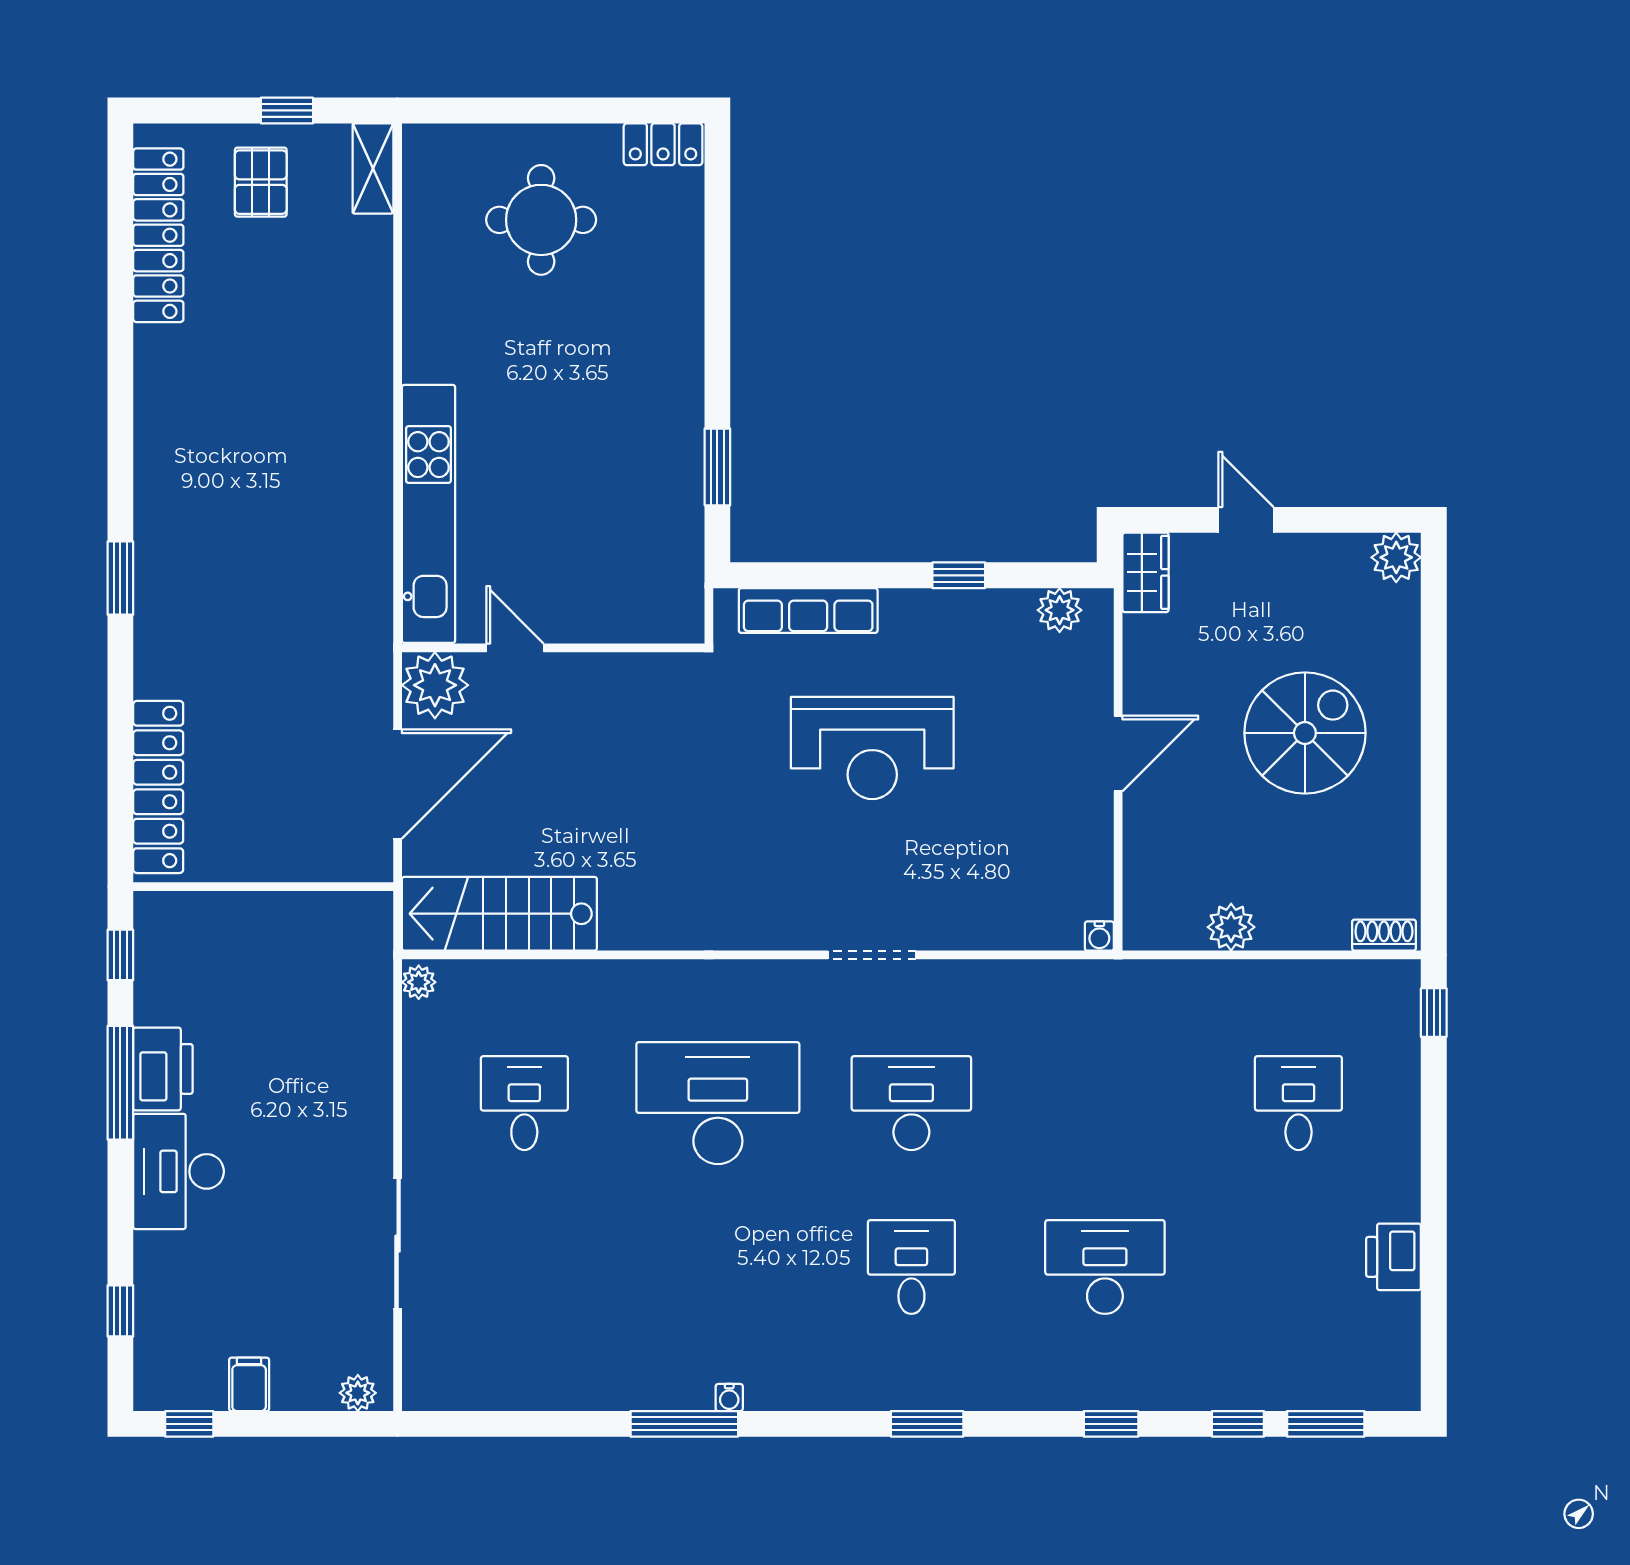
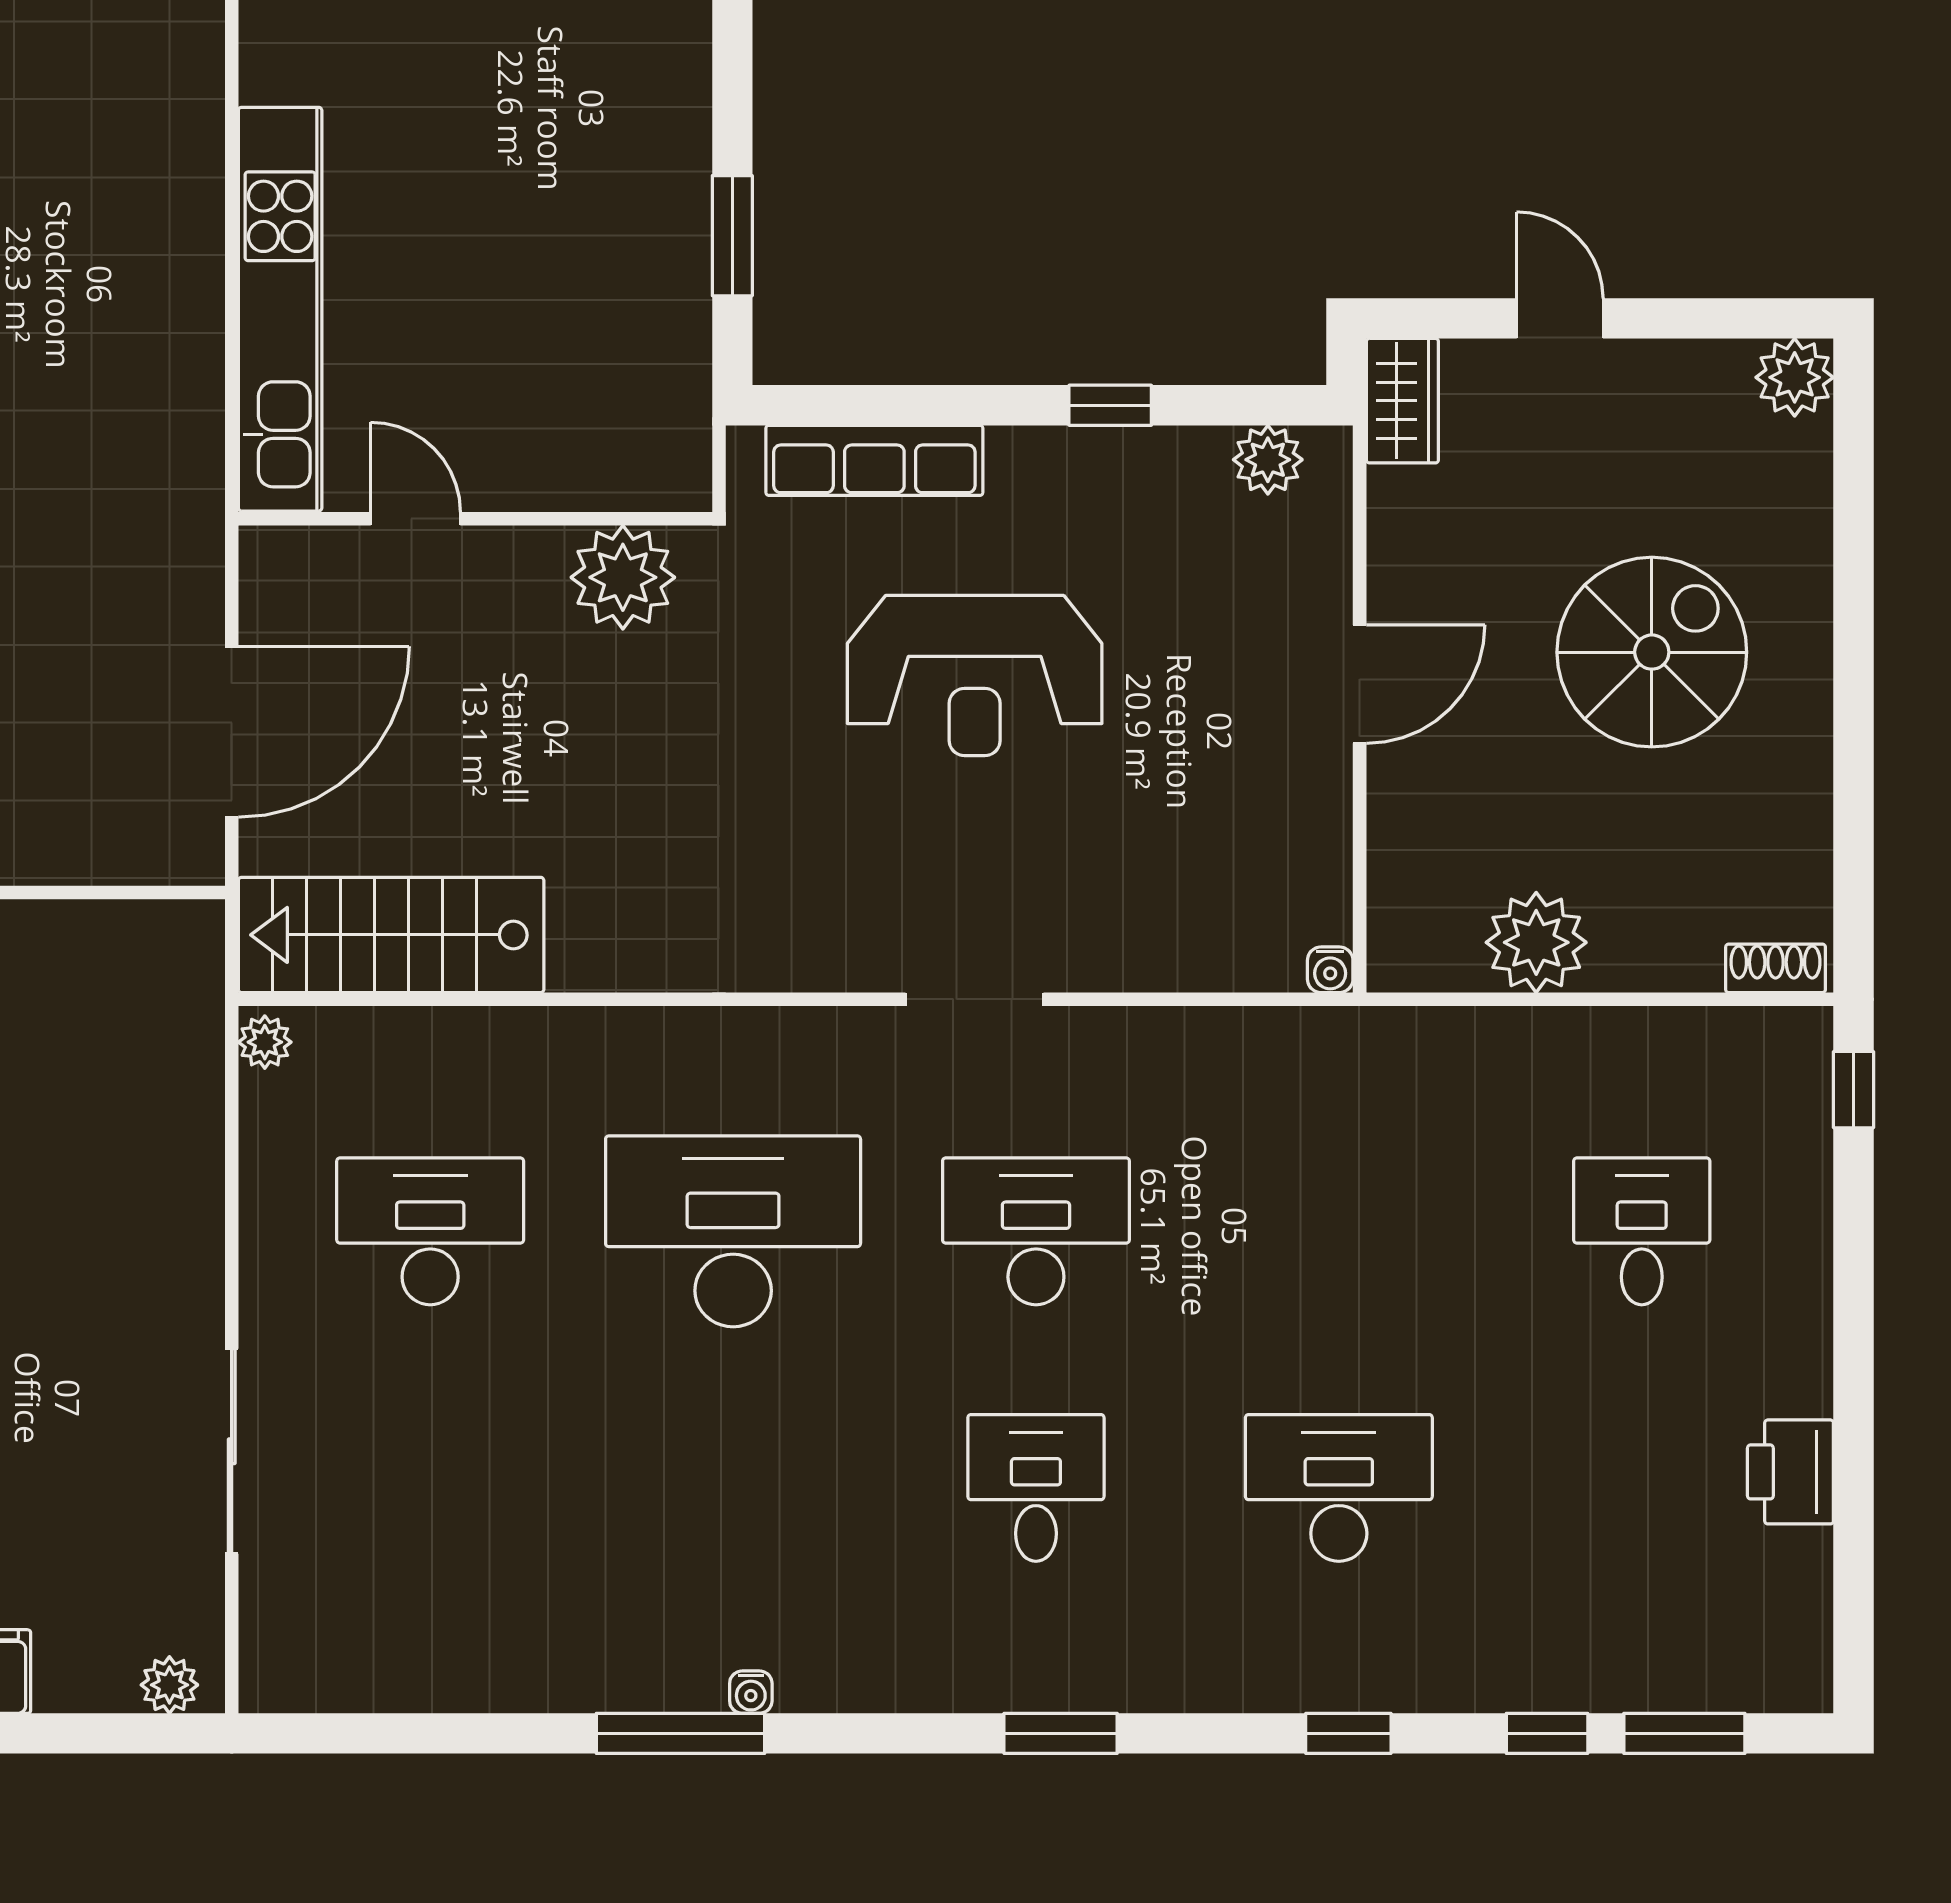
plant: (435, 685) -> (623, 577), moved
plant: (1231, 927) -> (1536, 942), width x1.36, depth x1.36
desk: (524, 1103) -> (430, 1231), width x1.37

